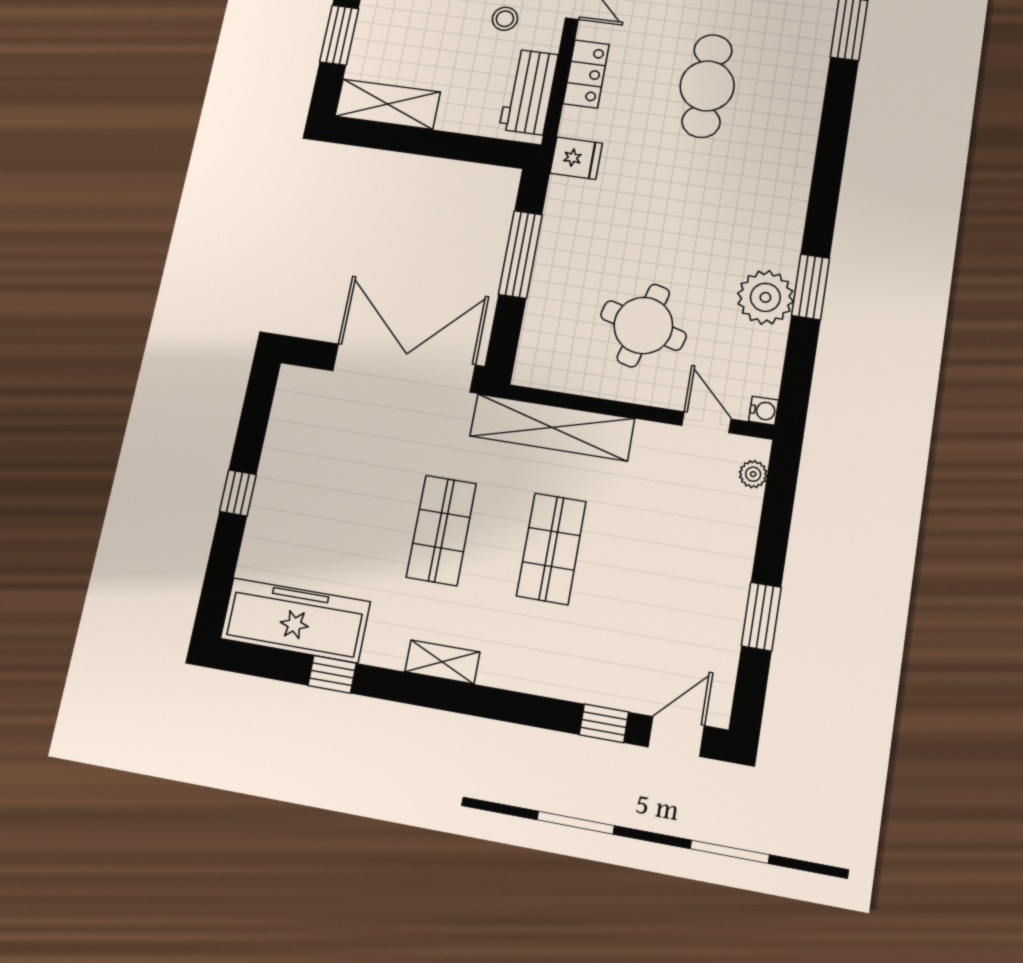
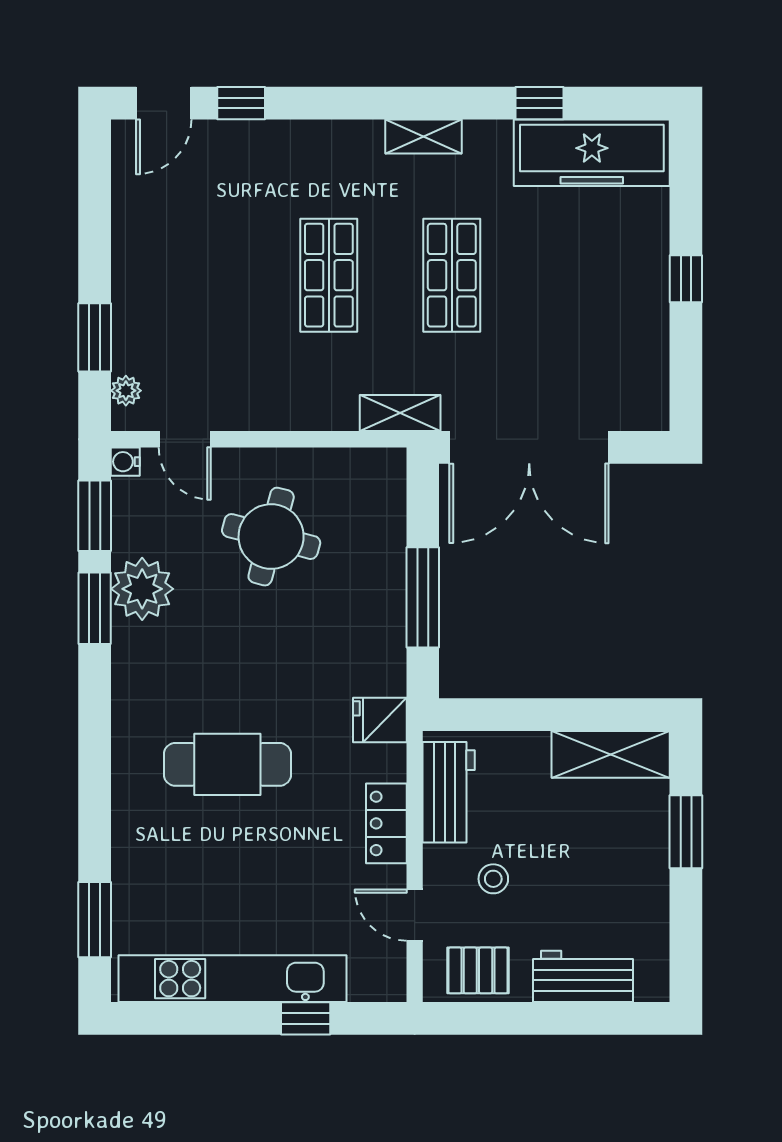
cafe table: (707, 86) -> (227, 764), moved, turned 90
window: (798, 367) -> (95, 516), added
shelving: (552, 427) -> (400, 413), width x0.45, depth x0.75
window: (761, 617) -> (95, 337), moved

